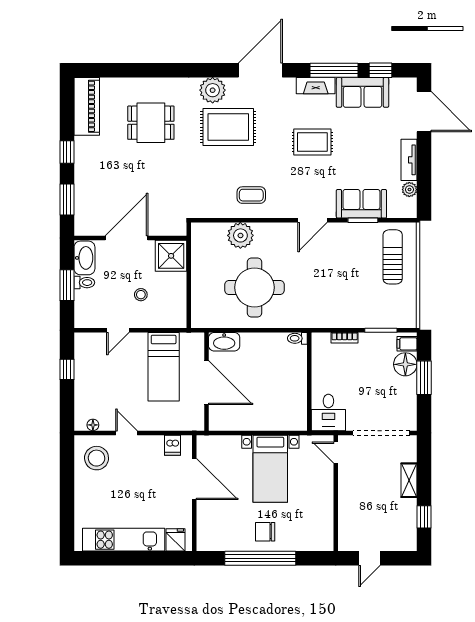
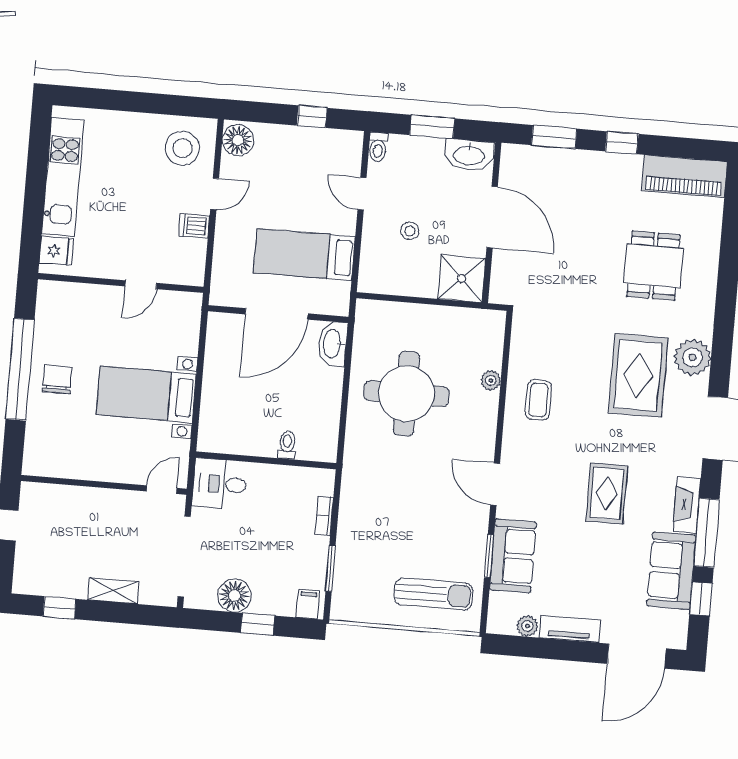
plant: (240, 235) -> (491, 381), width x0.53, depth x0.53
toilet: (84, 283) -> (378, 147), moved
toilet: (297, 338) -> (287, 445), moved
floor lamp: (405, 364) -> (234, 595), moved
window: (424, 378) -> (258, 624), width x0.67
floor lamp: (93, 425) -> (238, 140), width x1.89, depth x1.89
dishwasher: (173, 445) -> (194, 226), moved
door: (194, 479) -> (141, 285), width x0.53

